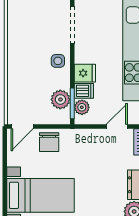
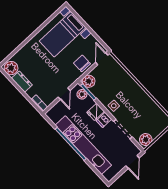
dishwasher: (84, 91) -> (104, 120), moved
plant: (60, 99) -> (89, 81), moved
door: (117, 127) -> (64, 94), moved

